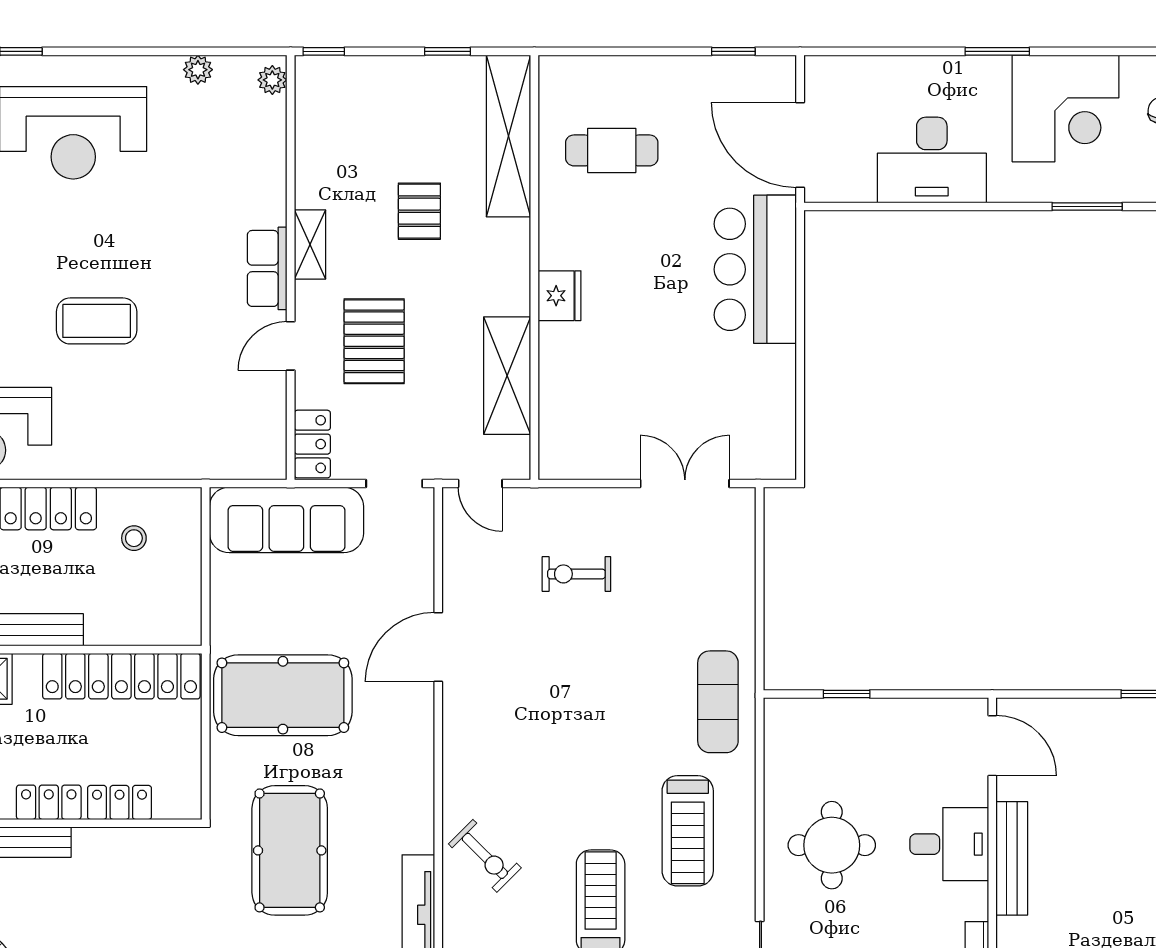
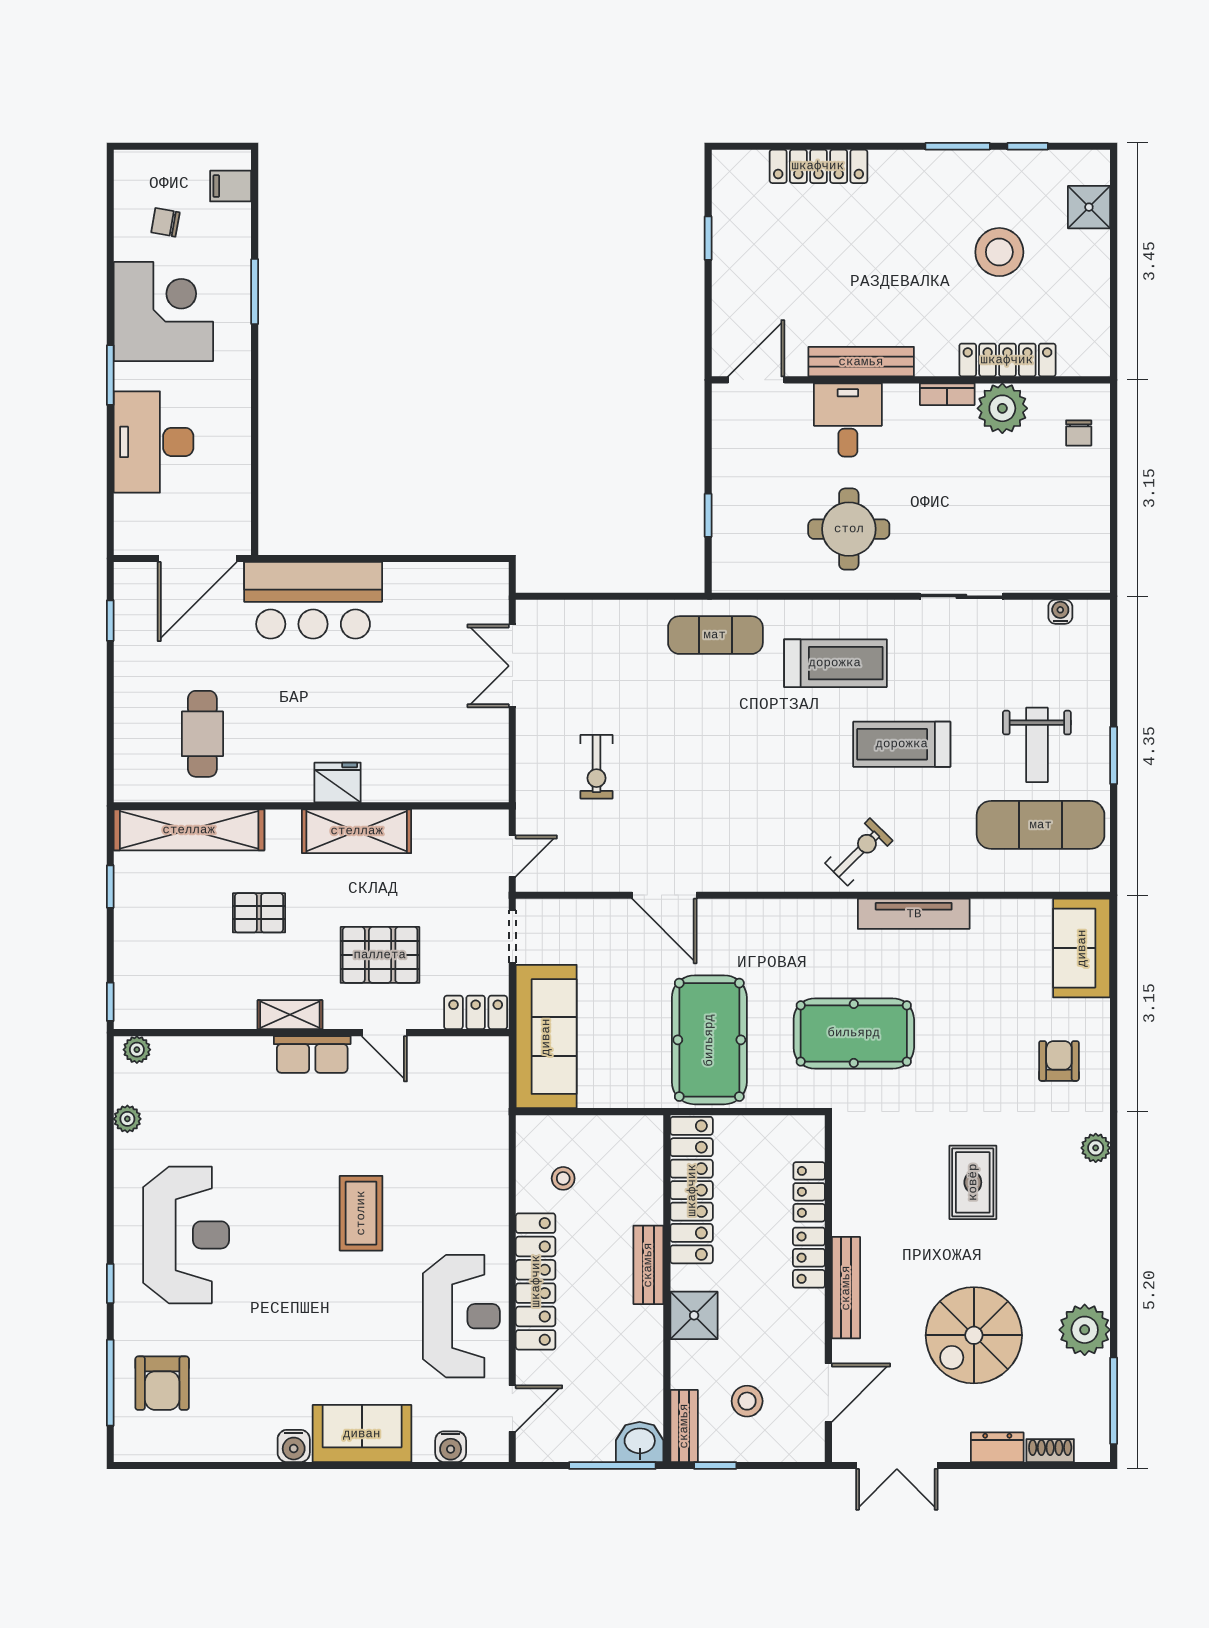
desk: (932, 160) -> (154, 442), moved, turned 180
shelving: (507, 376) -> (357, 831), moved

